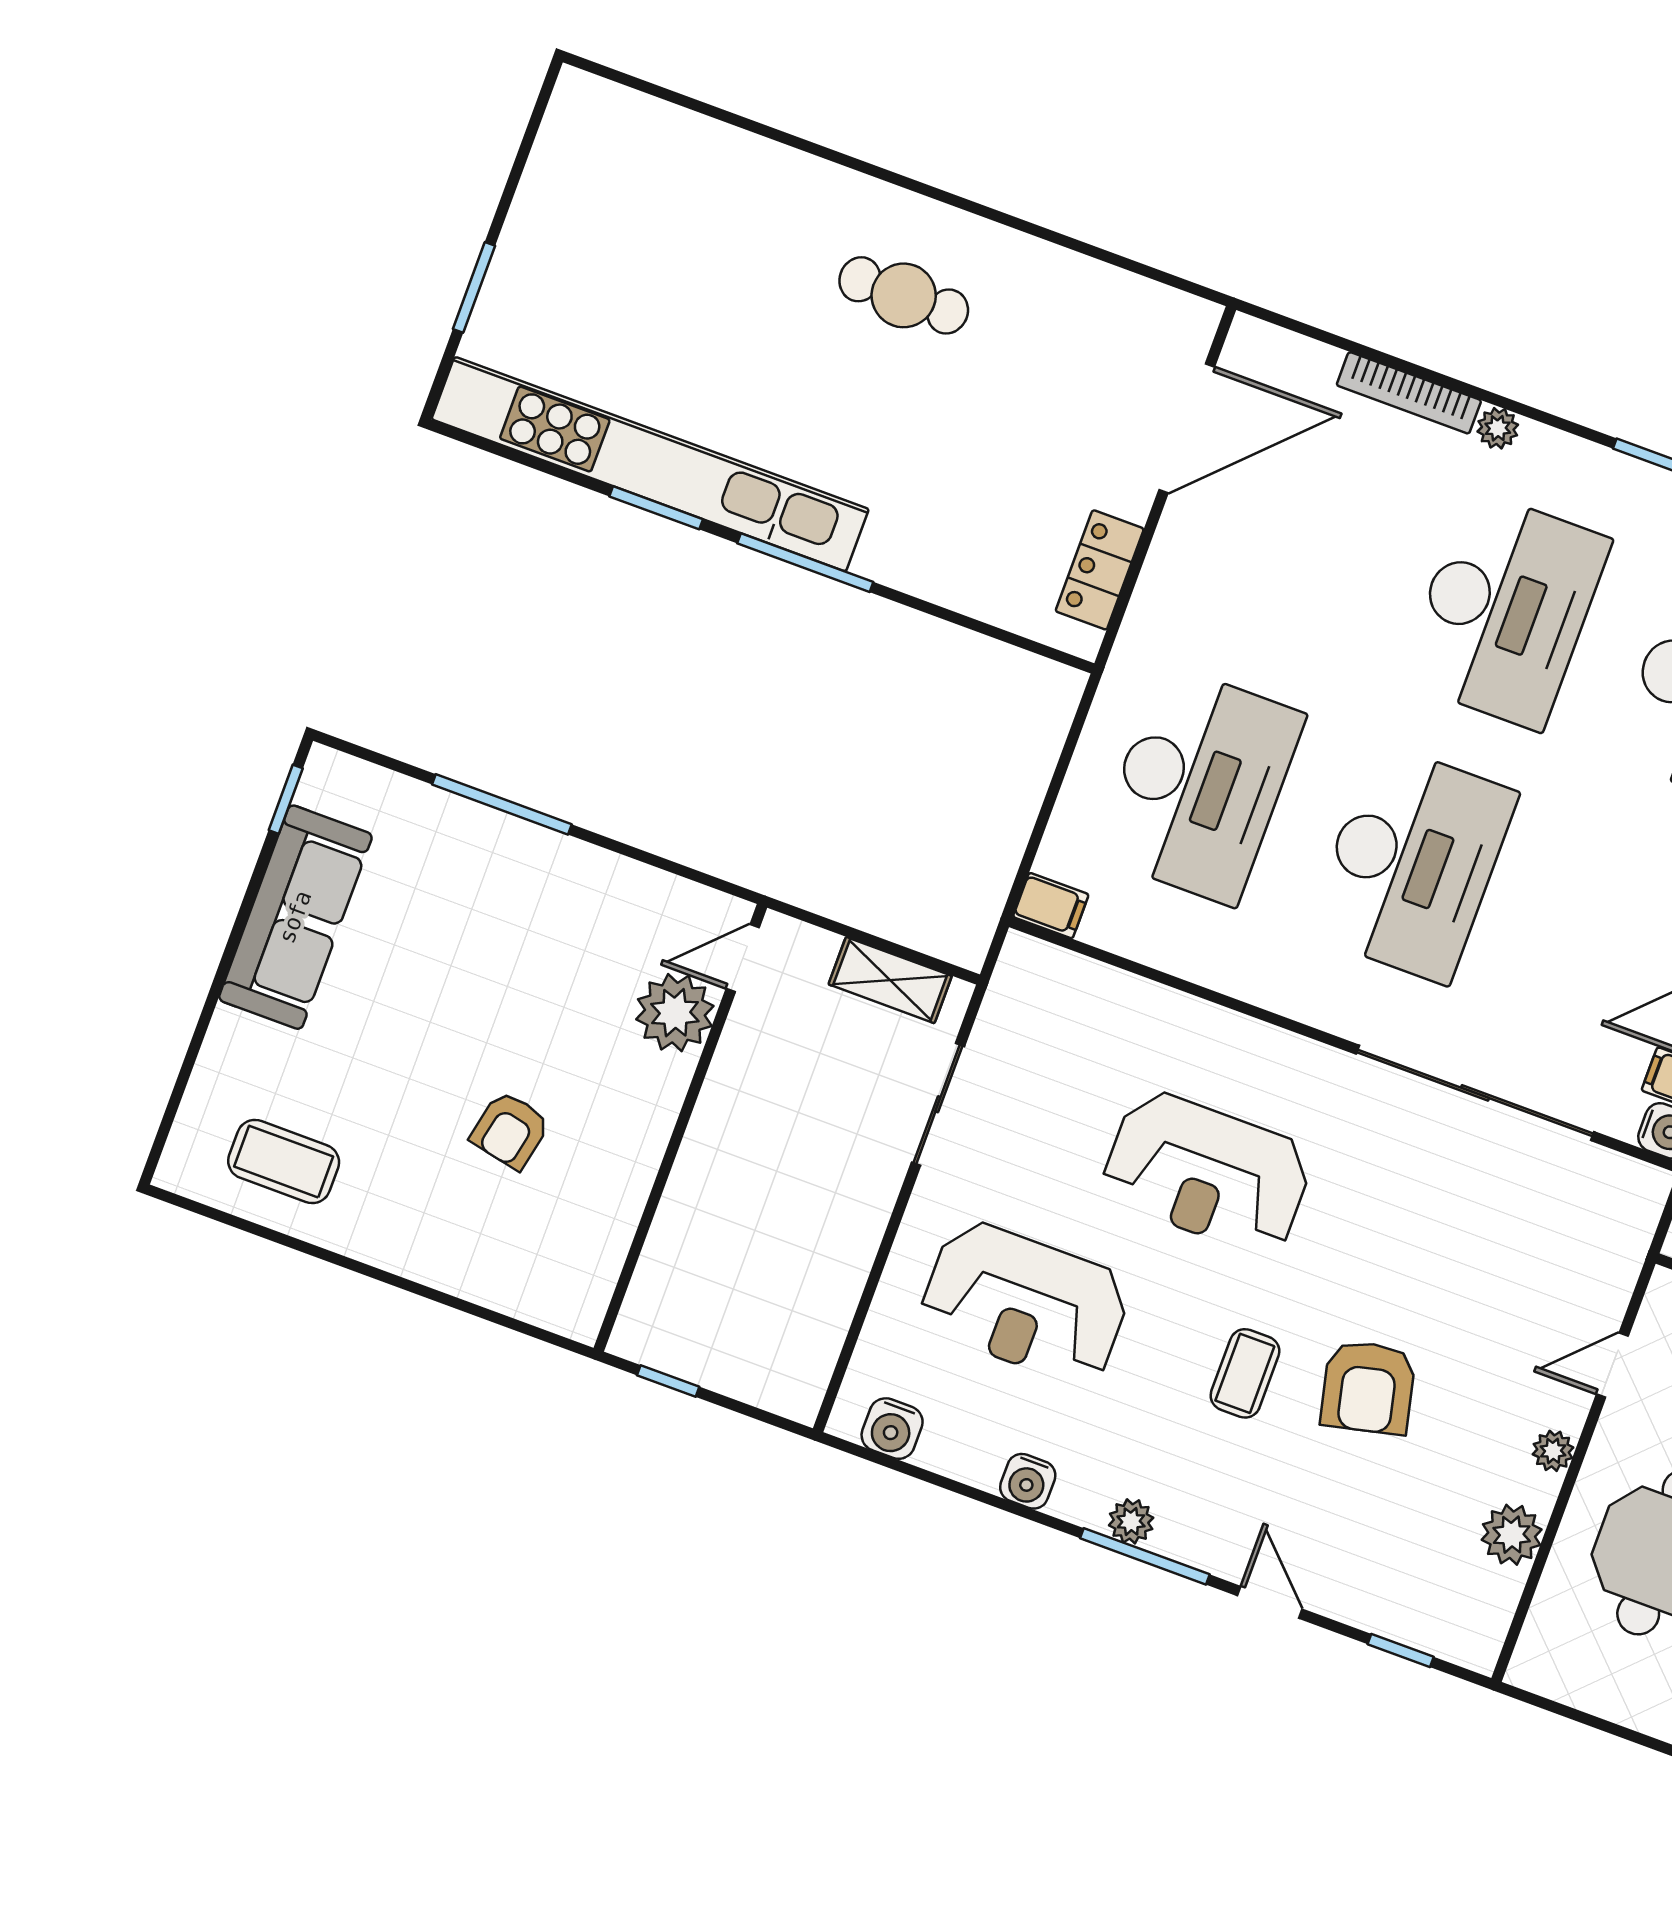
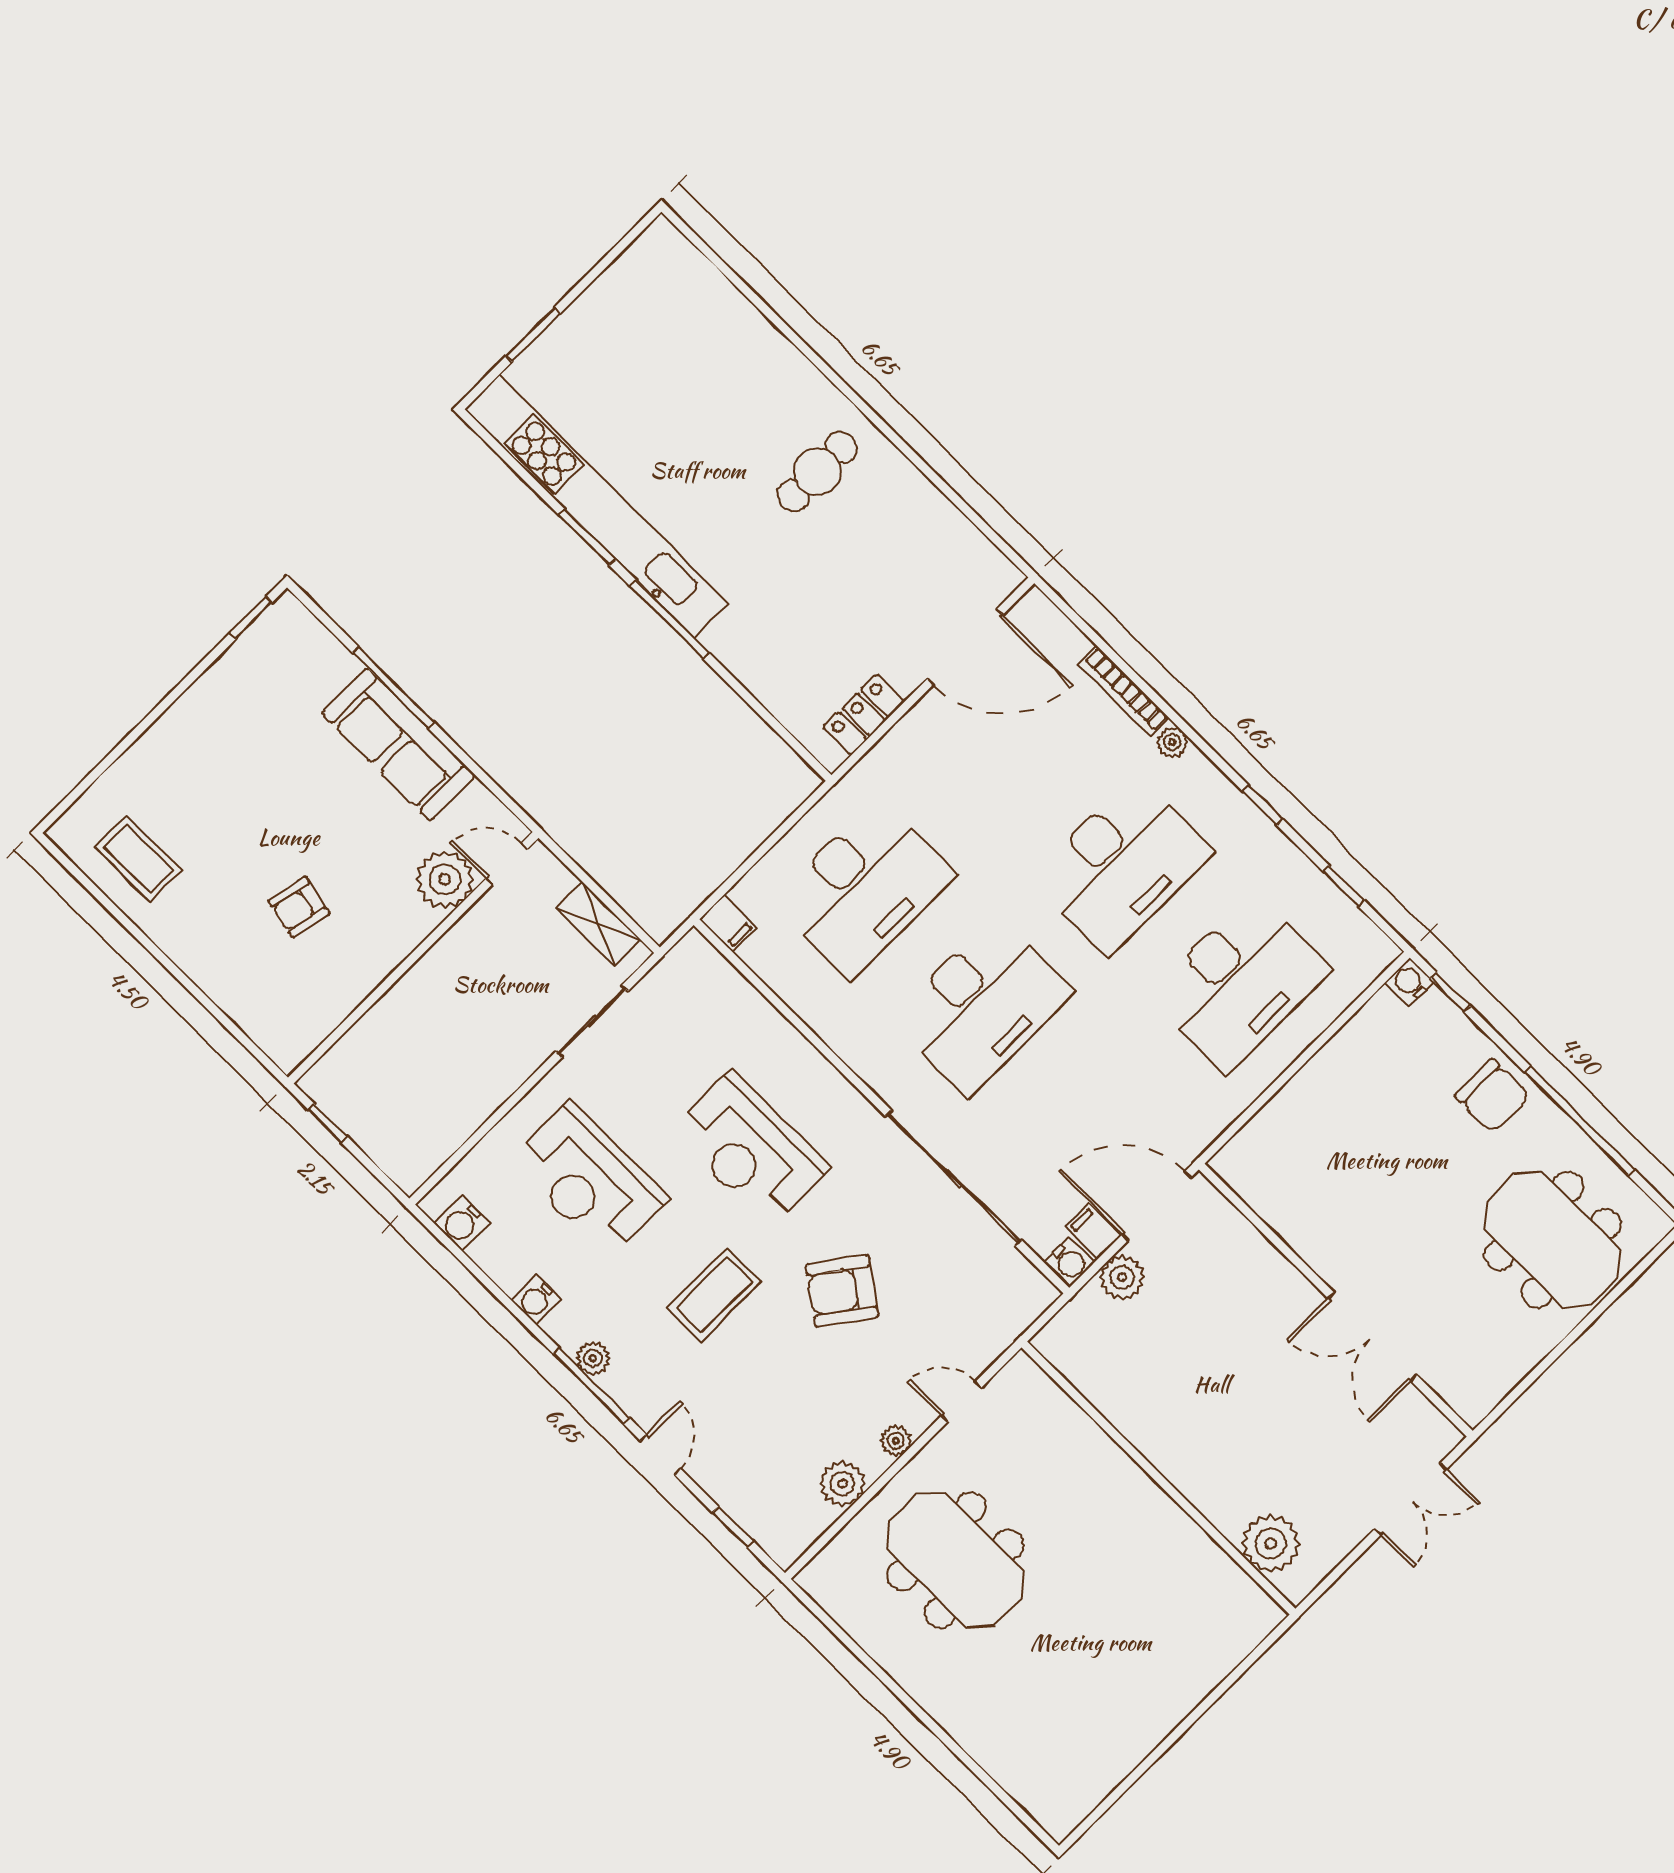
cafe table: (904, 295) -> (817, 472), turned 90
sofa: (295, 917) -> (399, 744), moved, turned 90
coffee table: (1245, 1373) -> (714, 1295), width x1.36, depth x1.30
armchair: (1368, 1387) -> (842, 1291), moved, turned 49

